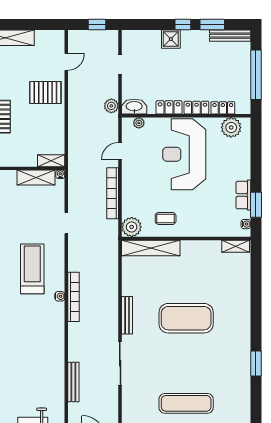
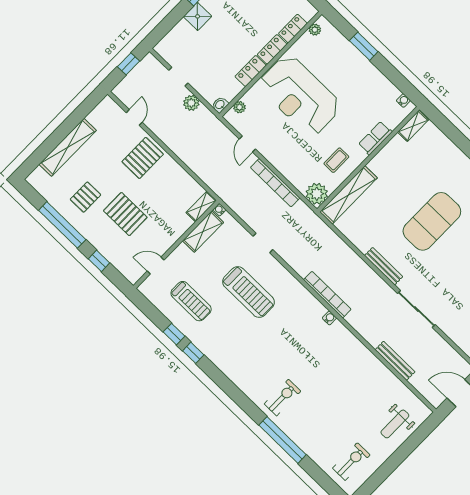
plant: (111, 106) -> (191, 103), moved
washbasin: (134, 107) -> (220, 105), width x0.52, depth x0.69
plant: (231, 127) -> (315, 30), width x0.53, depth x0.53
row of seats: (243, 195) -> (375, 138), moved, turned 90
window: (256, 205) -> (364, 46), moved
treadmill: (32, 269) -> (248, 292), moved, turned 180
water cooler: (60, 296) -> (329, 318), moved

